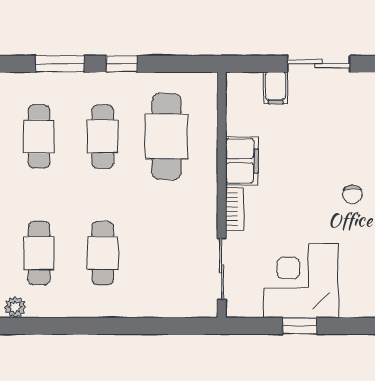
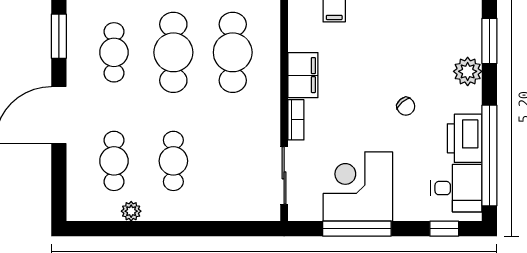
cafe table: (103, 136) -> (173, 52), width x1.37, depth x1.35
chair: (352, 194) -> (406, 106), turned -41
plant: (15, 307) -> (131, 211), moved
window: (300, 326) -> (357, 229), width x2.17

